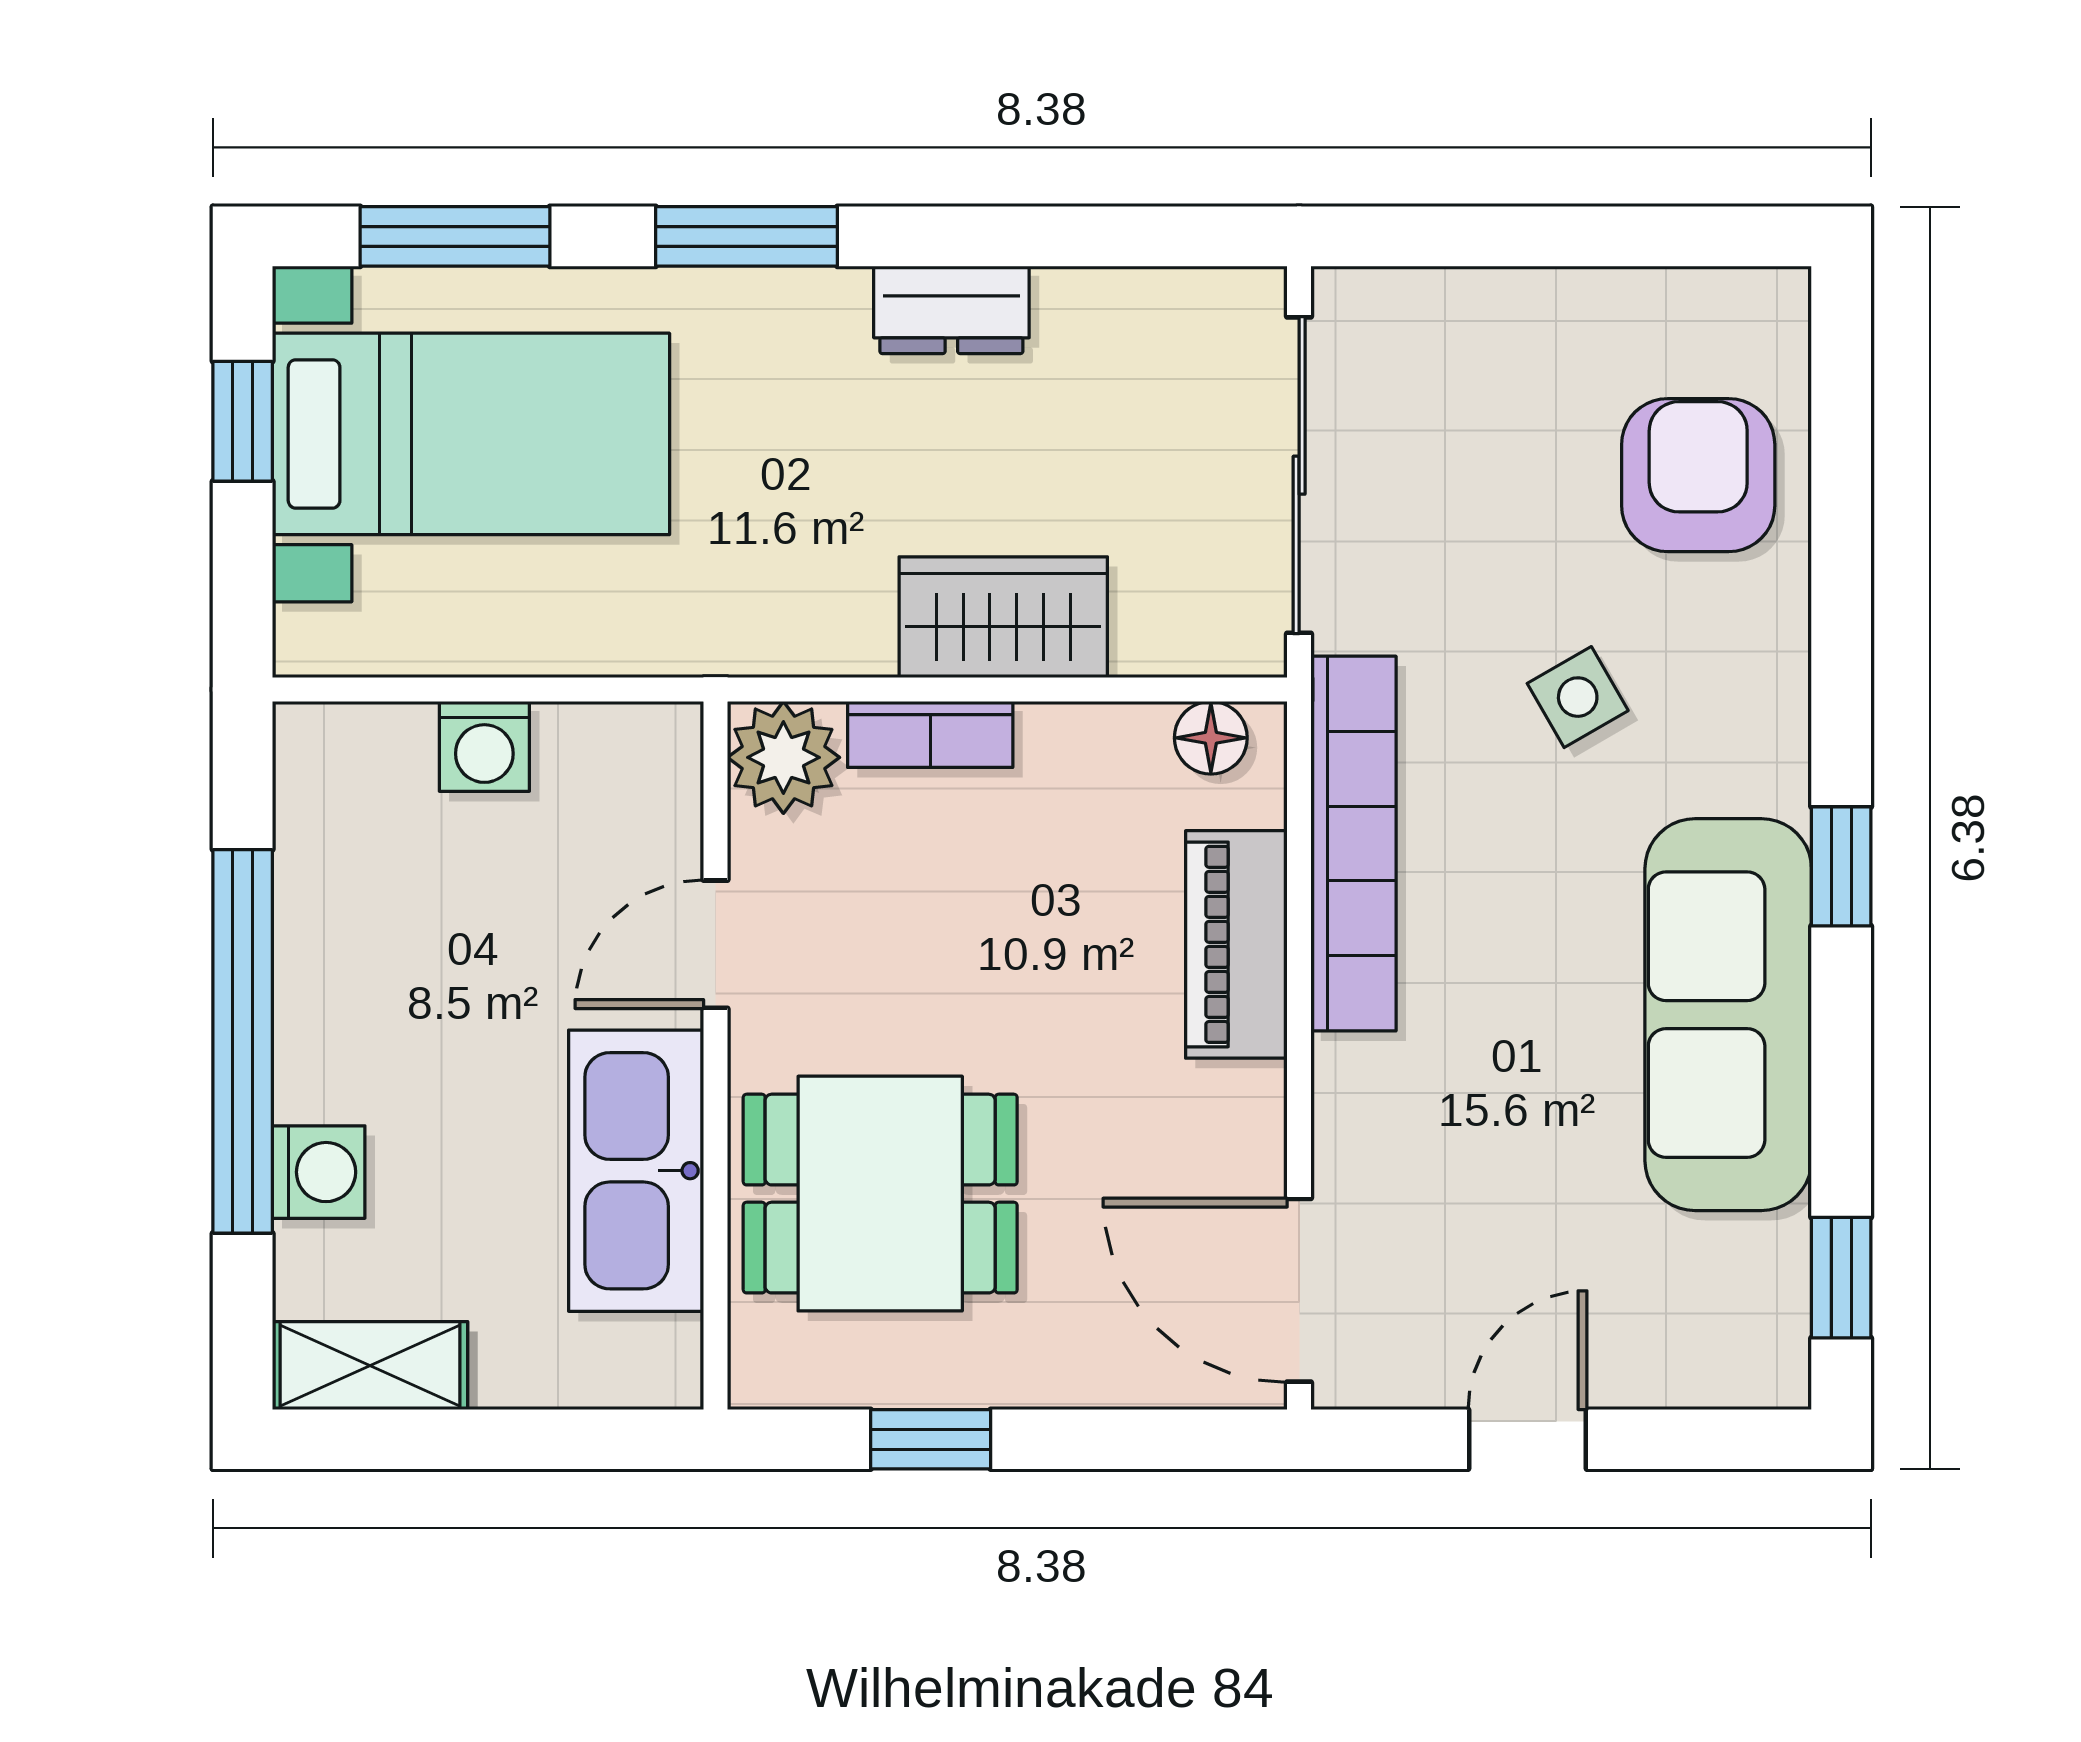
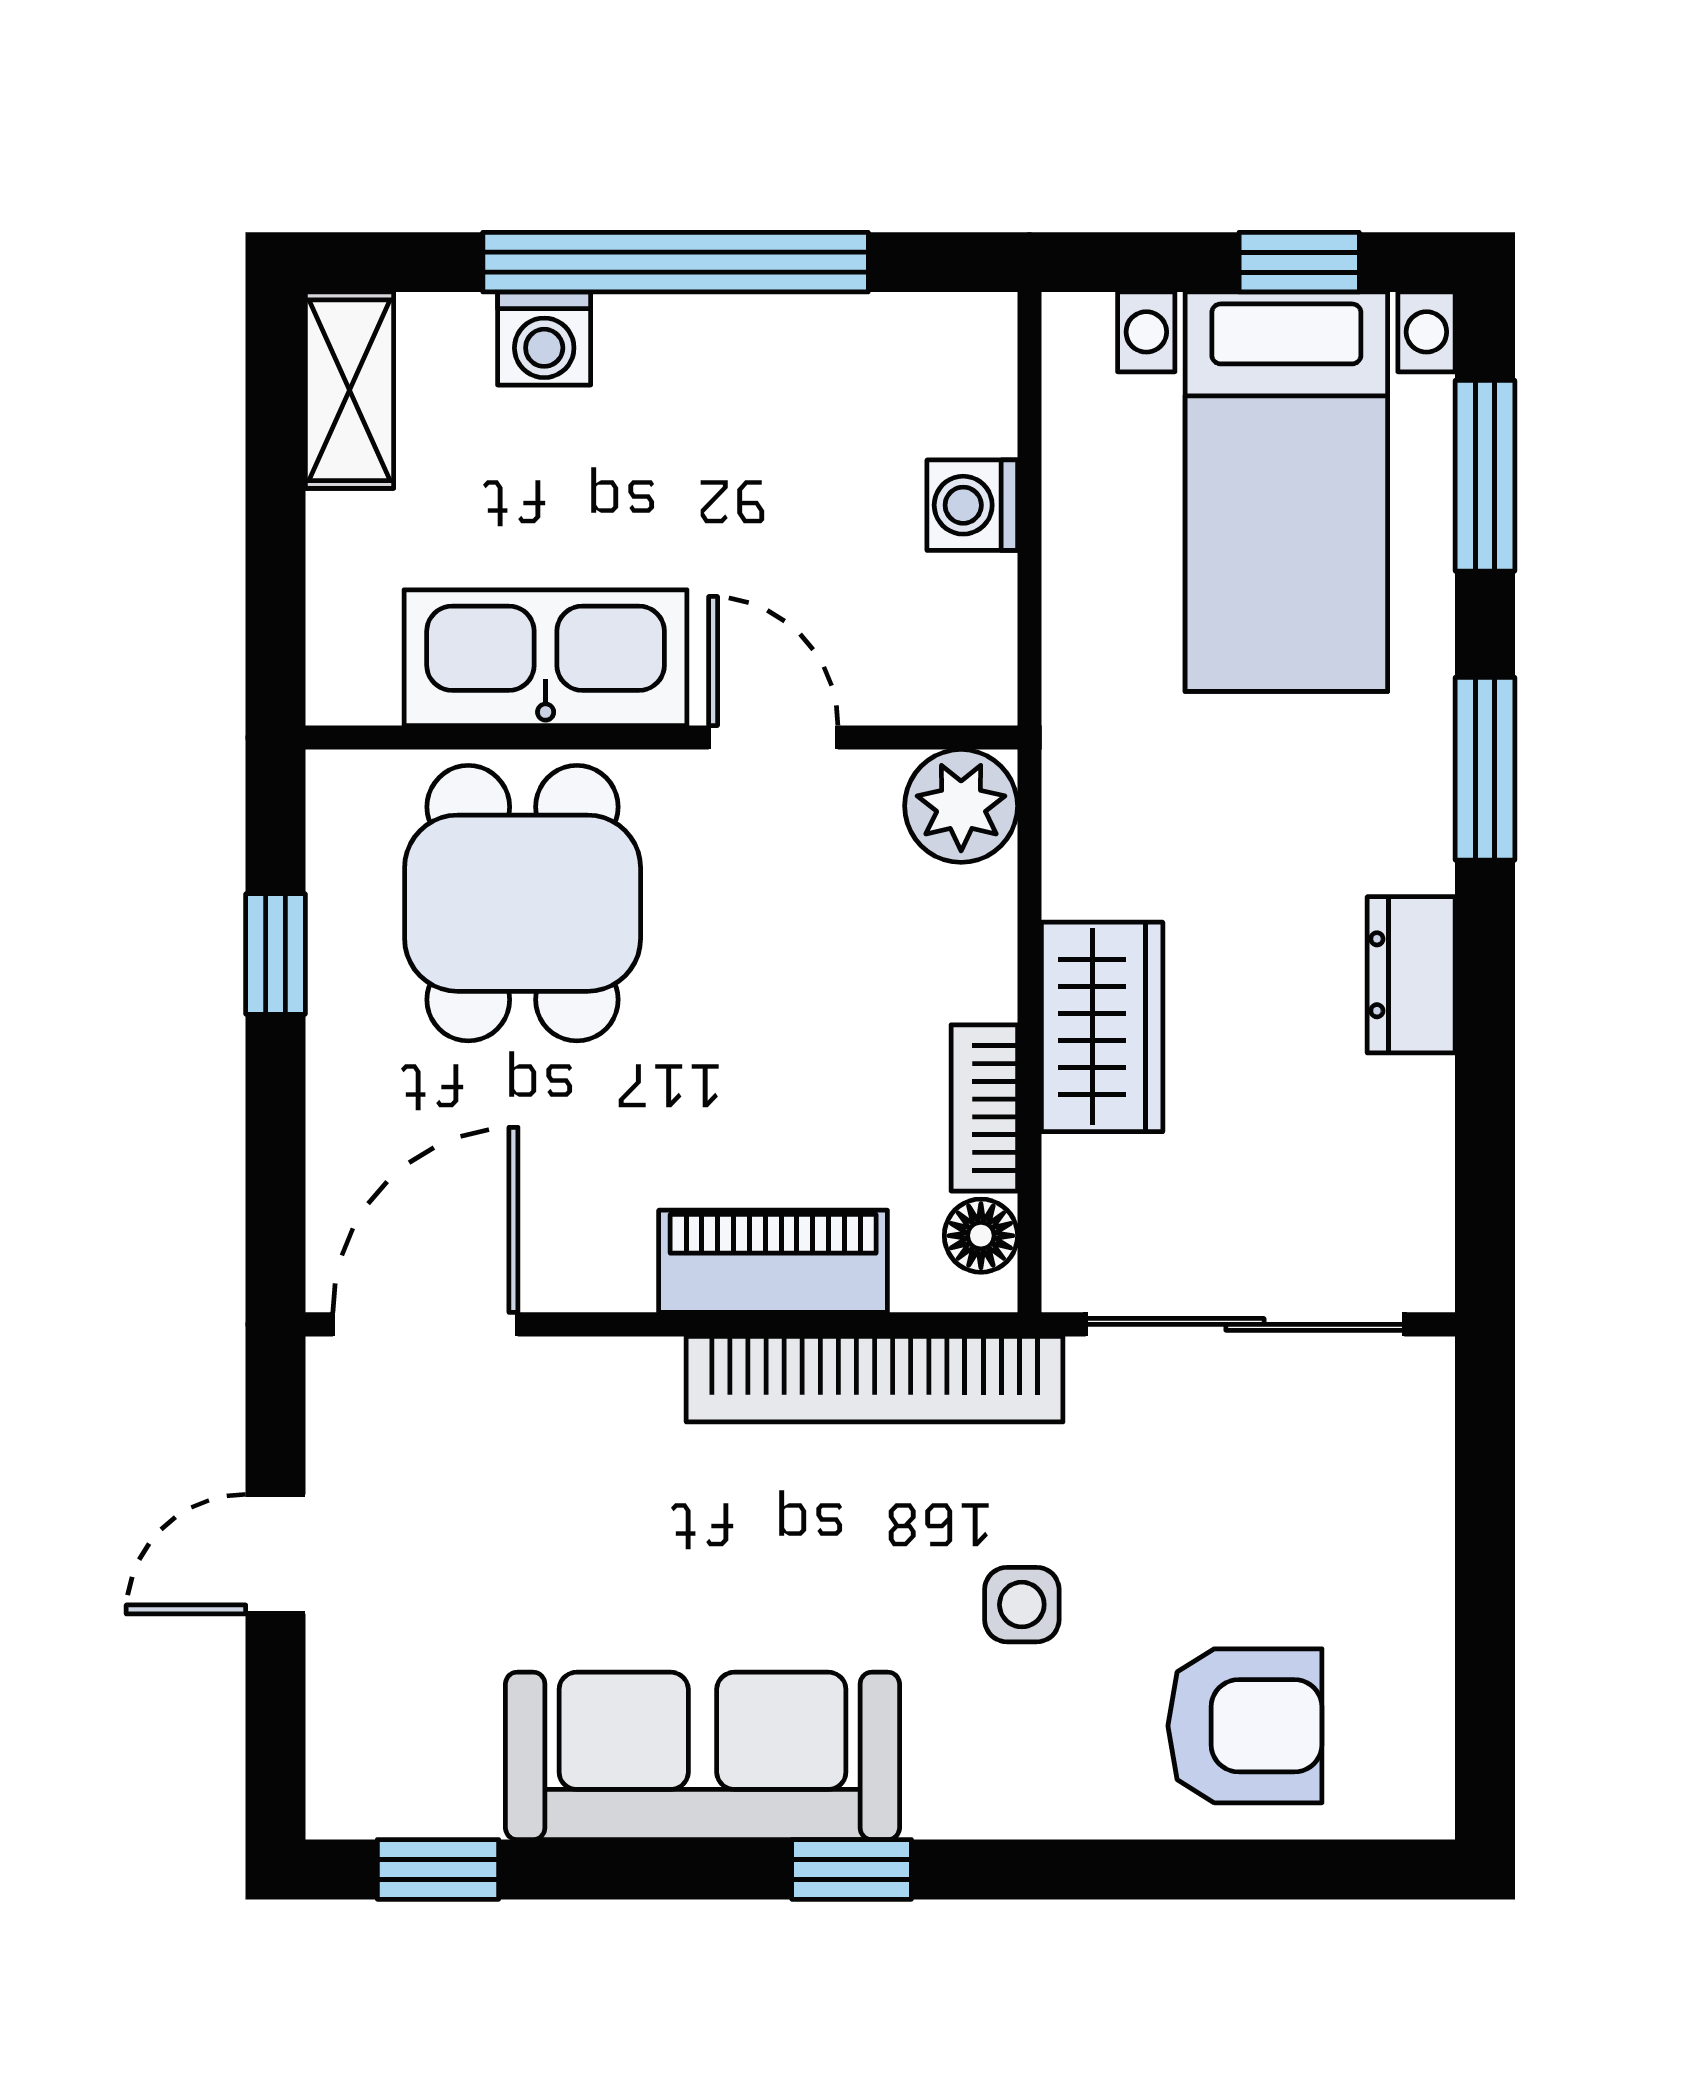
side table: (1578, 697) -> (1022, 1605), turned 30
bookcase: (930, 734) -> (984, 1108), moved
door: (1528, 1439) -> (276, 1554), swing flipped

